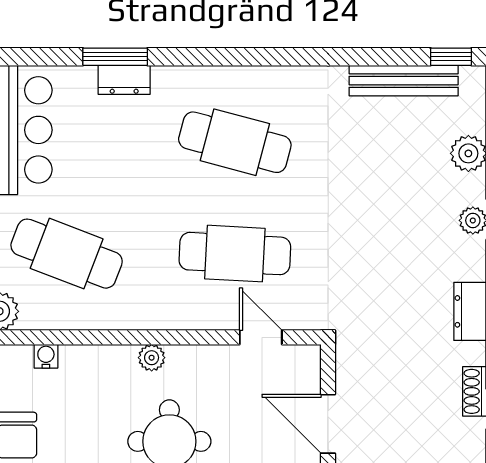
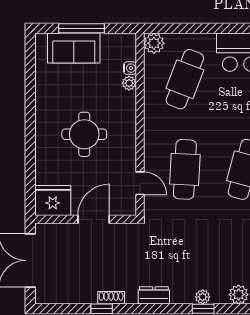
door: (261, 337) -> (140, 183), hinge flipped
plant: (152, 358) -> (129, 83), moved

